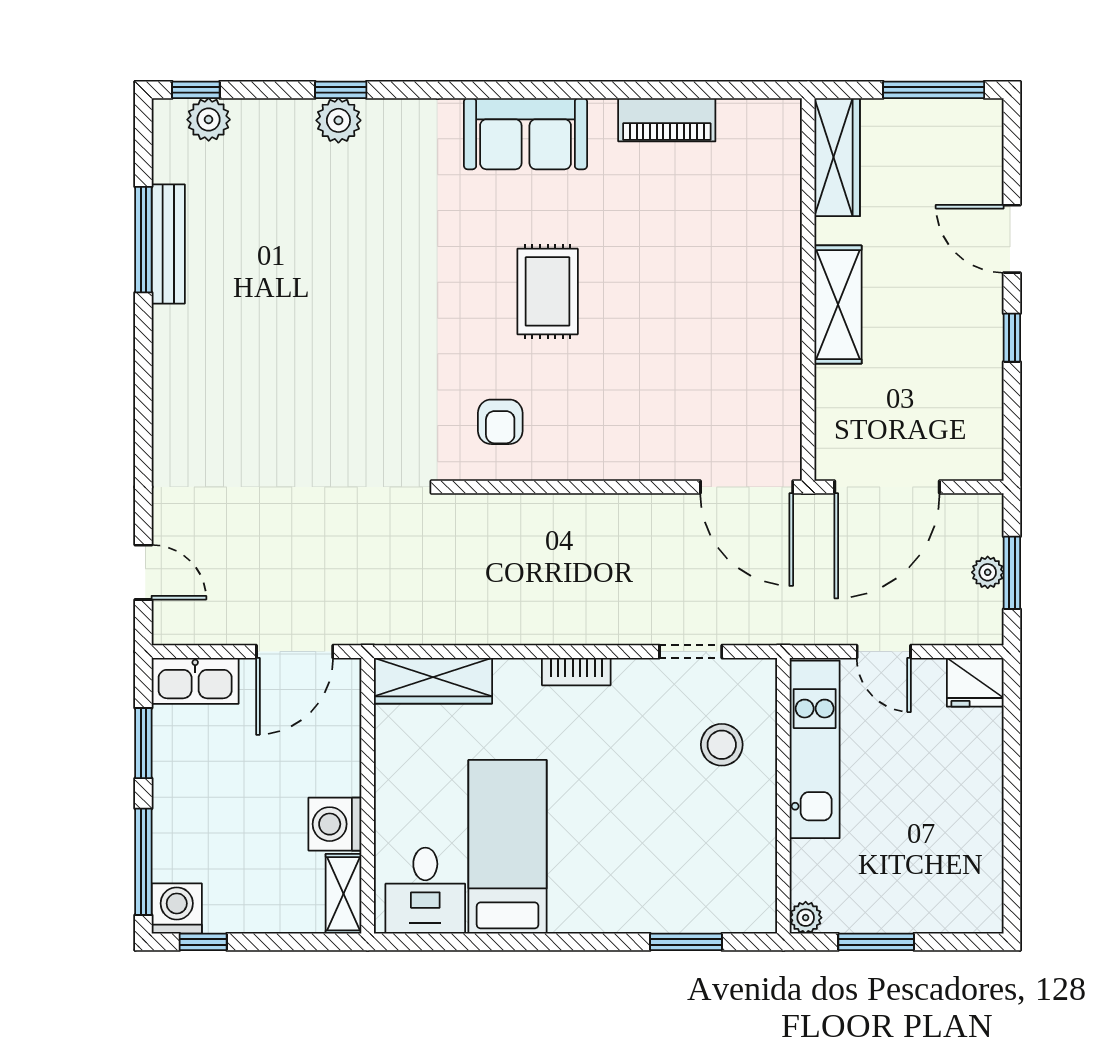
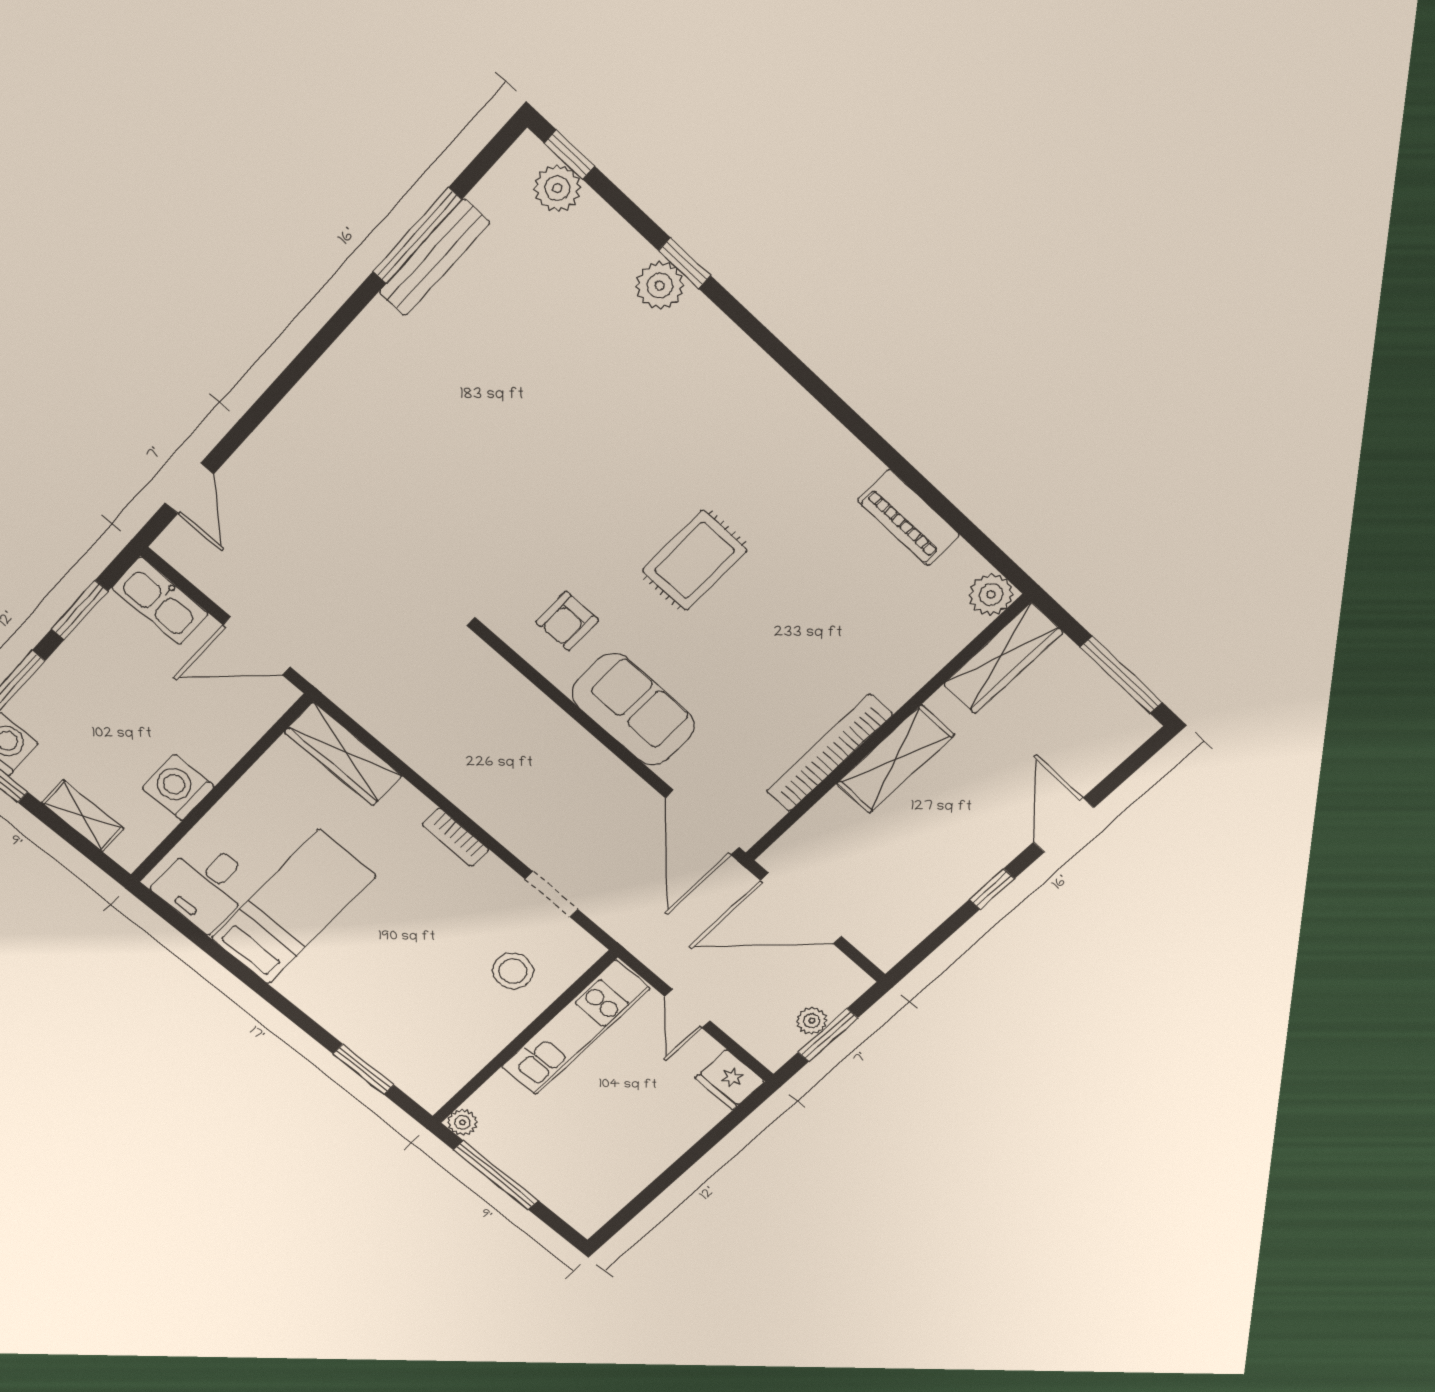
plant: (781, 119) -> (991, 594), added
sofa: (526, 134) -> (633, 709), moved, turned 180
bookcase: (785, 345) -> (829, 753), added
shelving: (344, 894) -> (83, 816), moved, turned 90
window: (876, 942) -> (496, 1175), width x1.44

